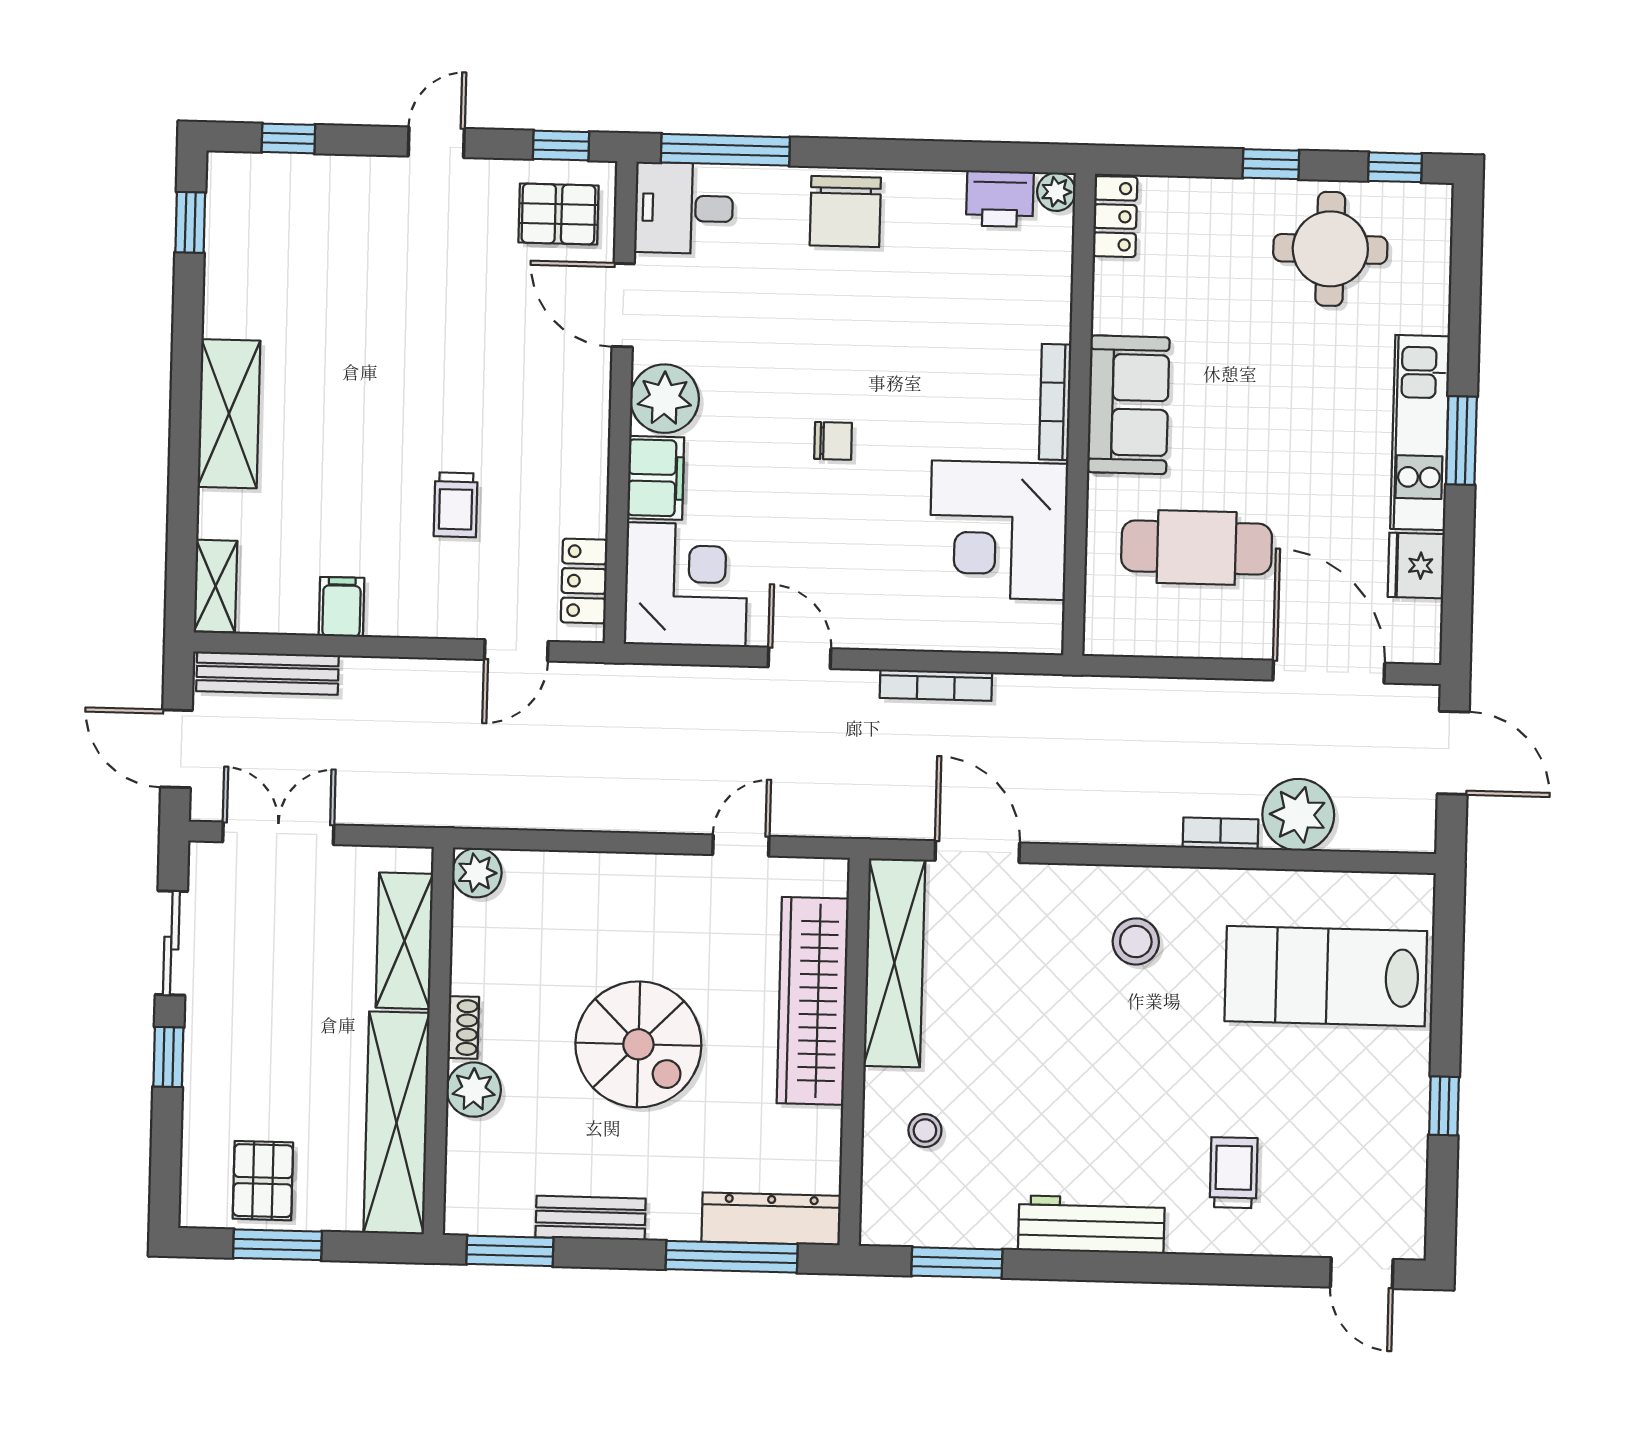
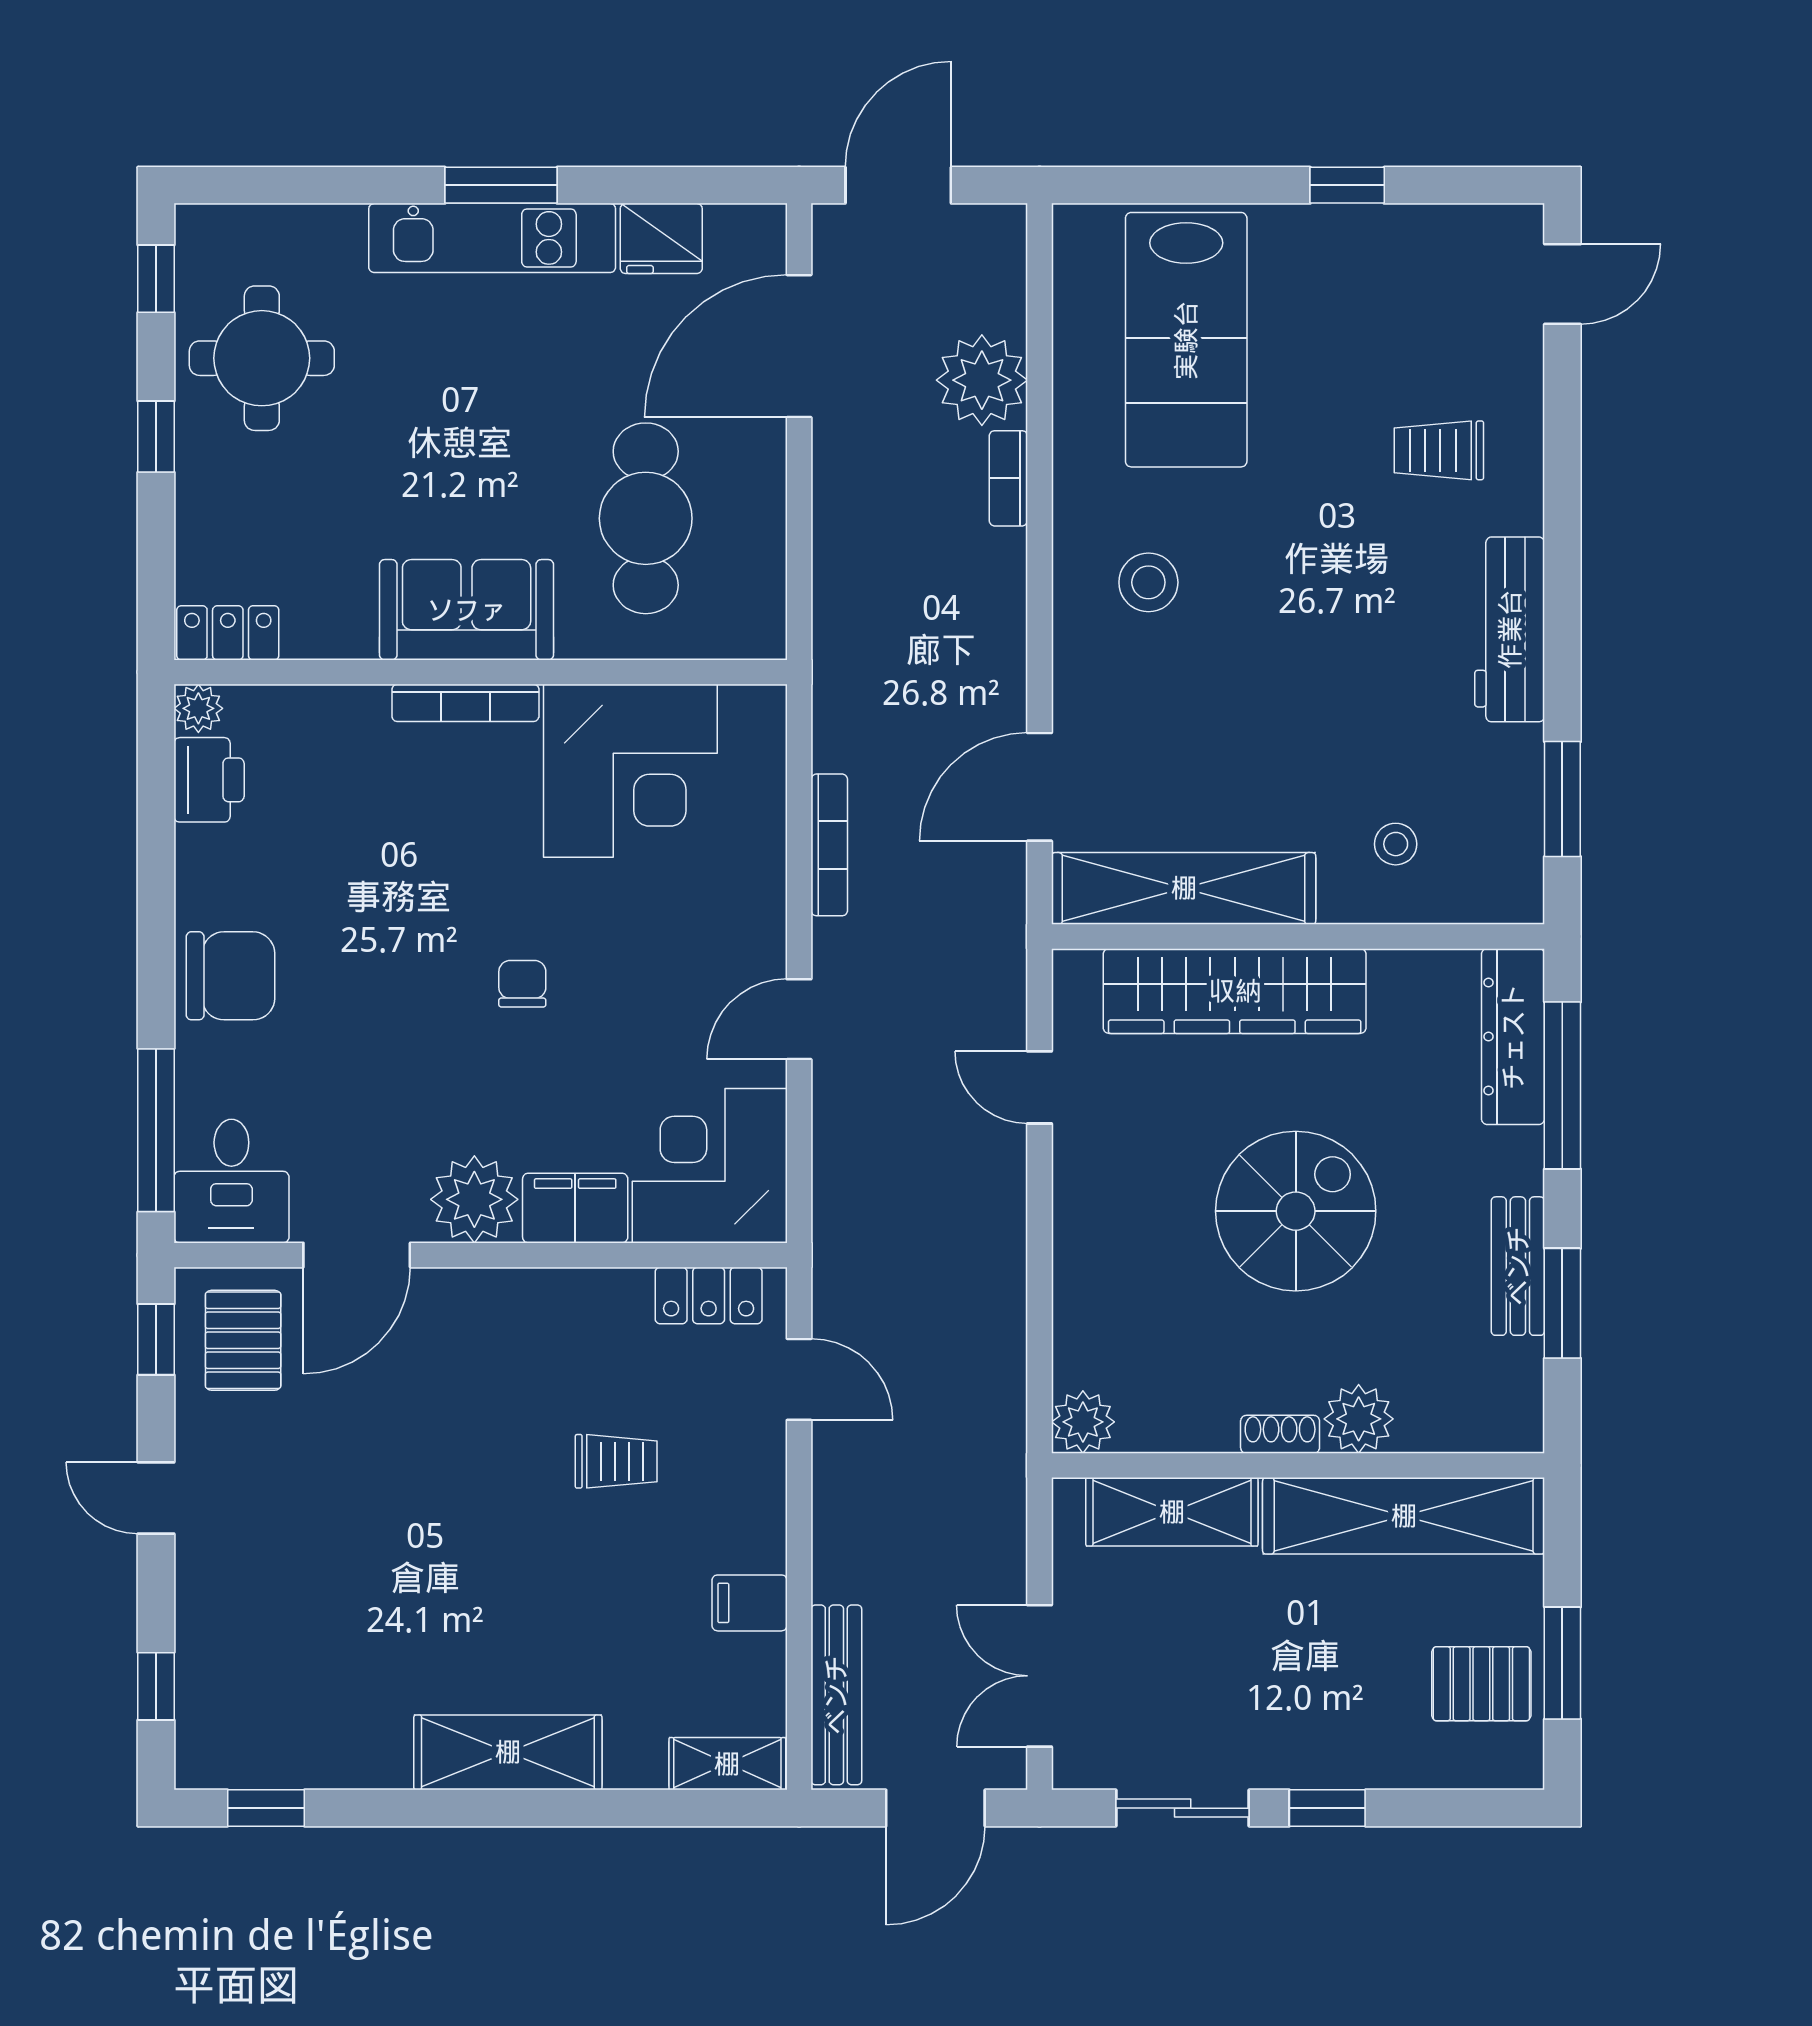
window: (510, 1251) -> (1562, 1303), moved

